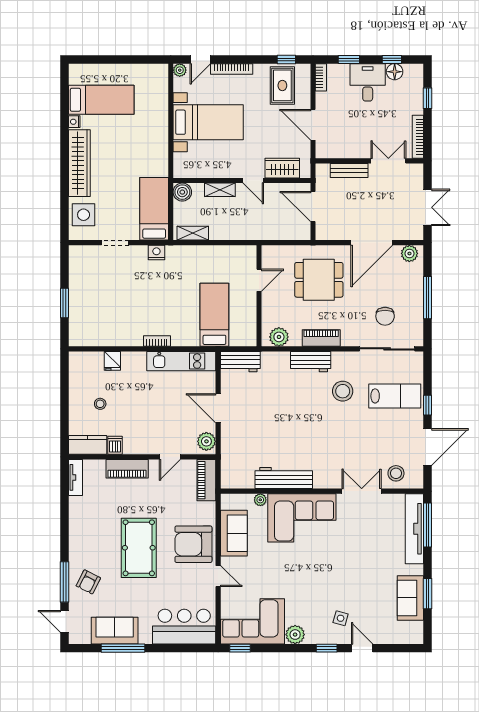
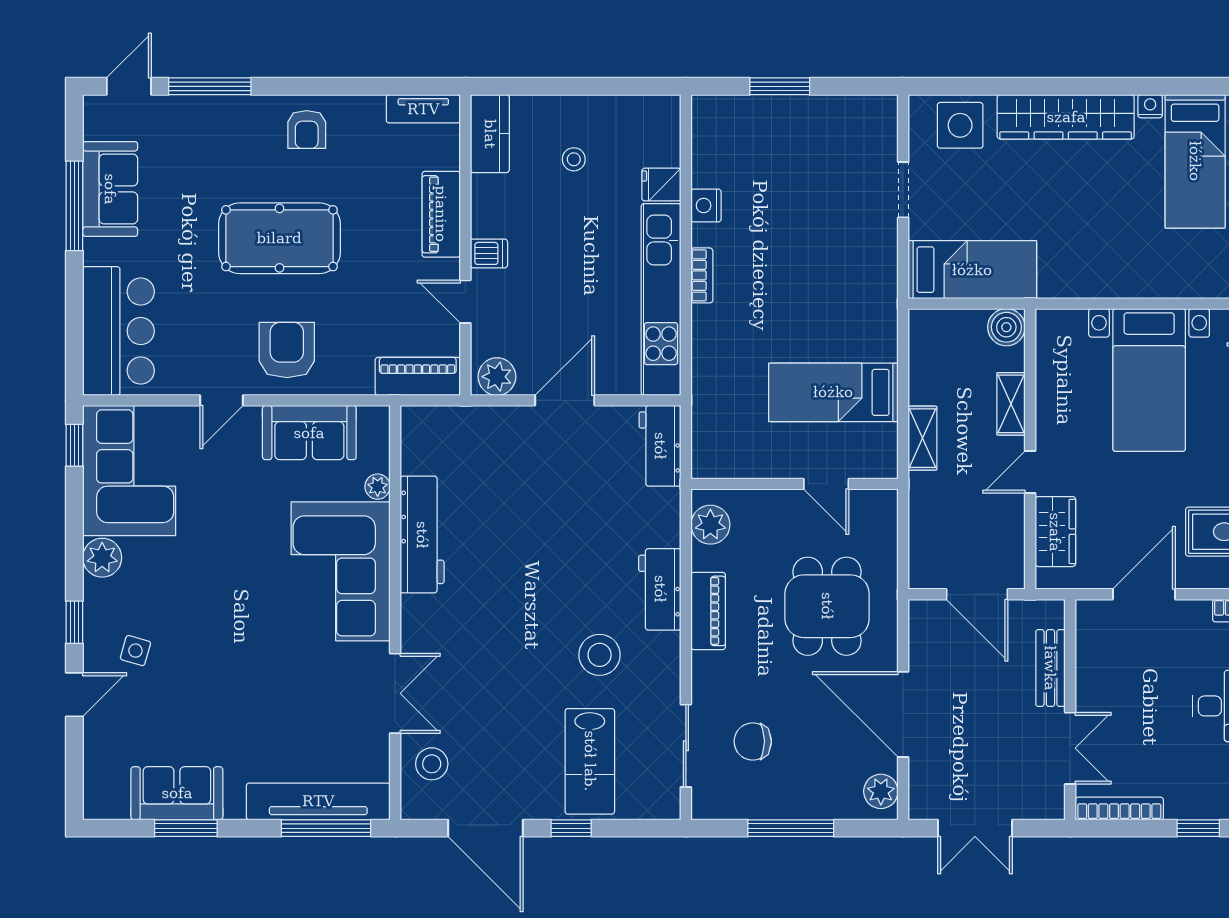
door: (313, 206) -> (977, 594), swing flipped
shelving: (193, 233) -> (922, 438), moved
nightstand: (156, 252) -> (706, 205), moved, turned 180
bed: (214, 315) -> (833, 392), moved, turned 180
sliding door: (387, 349) -> (686, 746), width x0.73
kitchen unit: (181, 361) -> (661, 299), width x1.36
dishwasher: (115, 445) -> (489, 253), moved
armchair: (193, 544) -> (287, 350), width x0.73, depth x0.73
armchair: (88, 582) -> (307, 130), moved, turned -117

